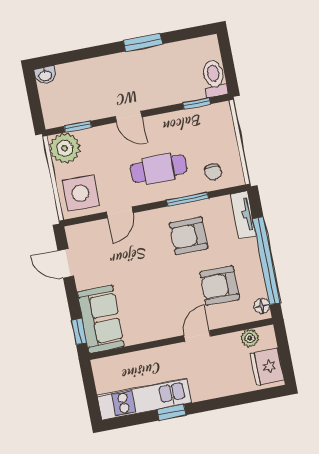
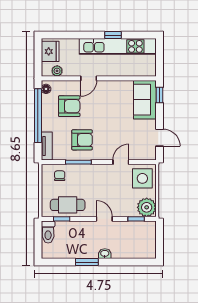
washbasin: (45, 75) -> (105, 254), moved
cafe table: (159, 169) -> (68, 205), moved
kitchen unit: (144, 399) -> (118, 46), width x1.36

